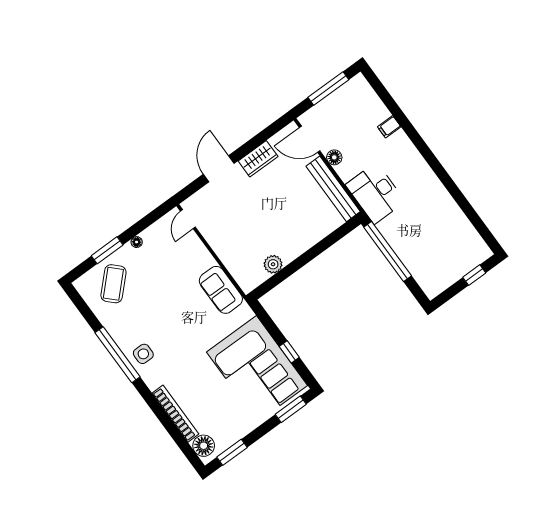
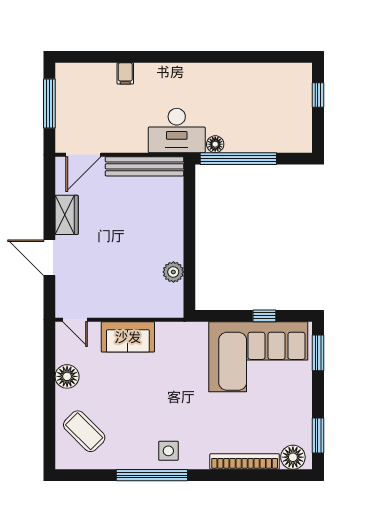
floor lamp: (334, 157) -> (215, 144), moved
floor lamp: (137, 242) -> (67, 376), width x1.89, depth x1.89
window: (107, 250) -> (49, 415), removed
sofa: (221, 290) -> (128, 337), moved

